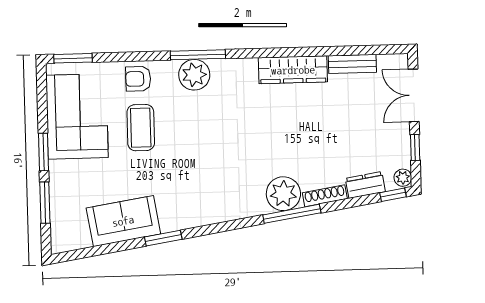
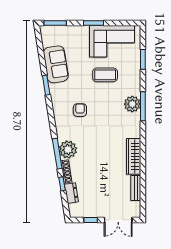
window: (73, 58) -> (143, 59), moved
armchair: (138, 79) -> (80, 110), moved
double door: (414, 95) -> (118, 220), swing flipped
plant: (403, 178) -> (75, 213), removed
window: (393, 195) -> (62, 184), moved
window: (45, 203) -> (55, 23), moved

